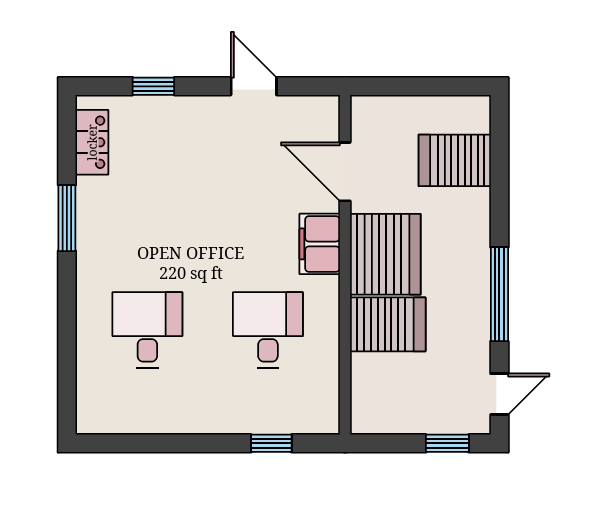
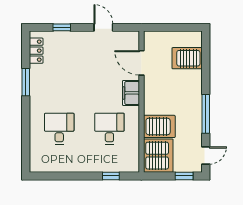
server rack: (385, 254) -> (158, 156), moved

